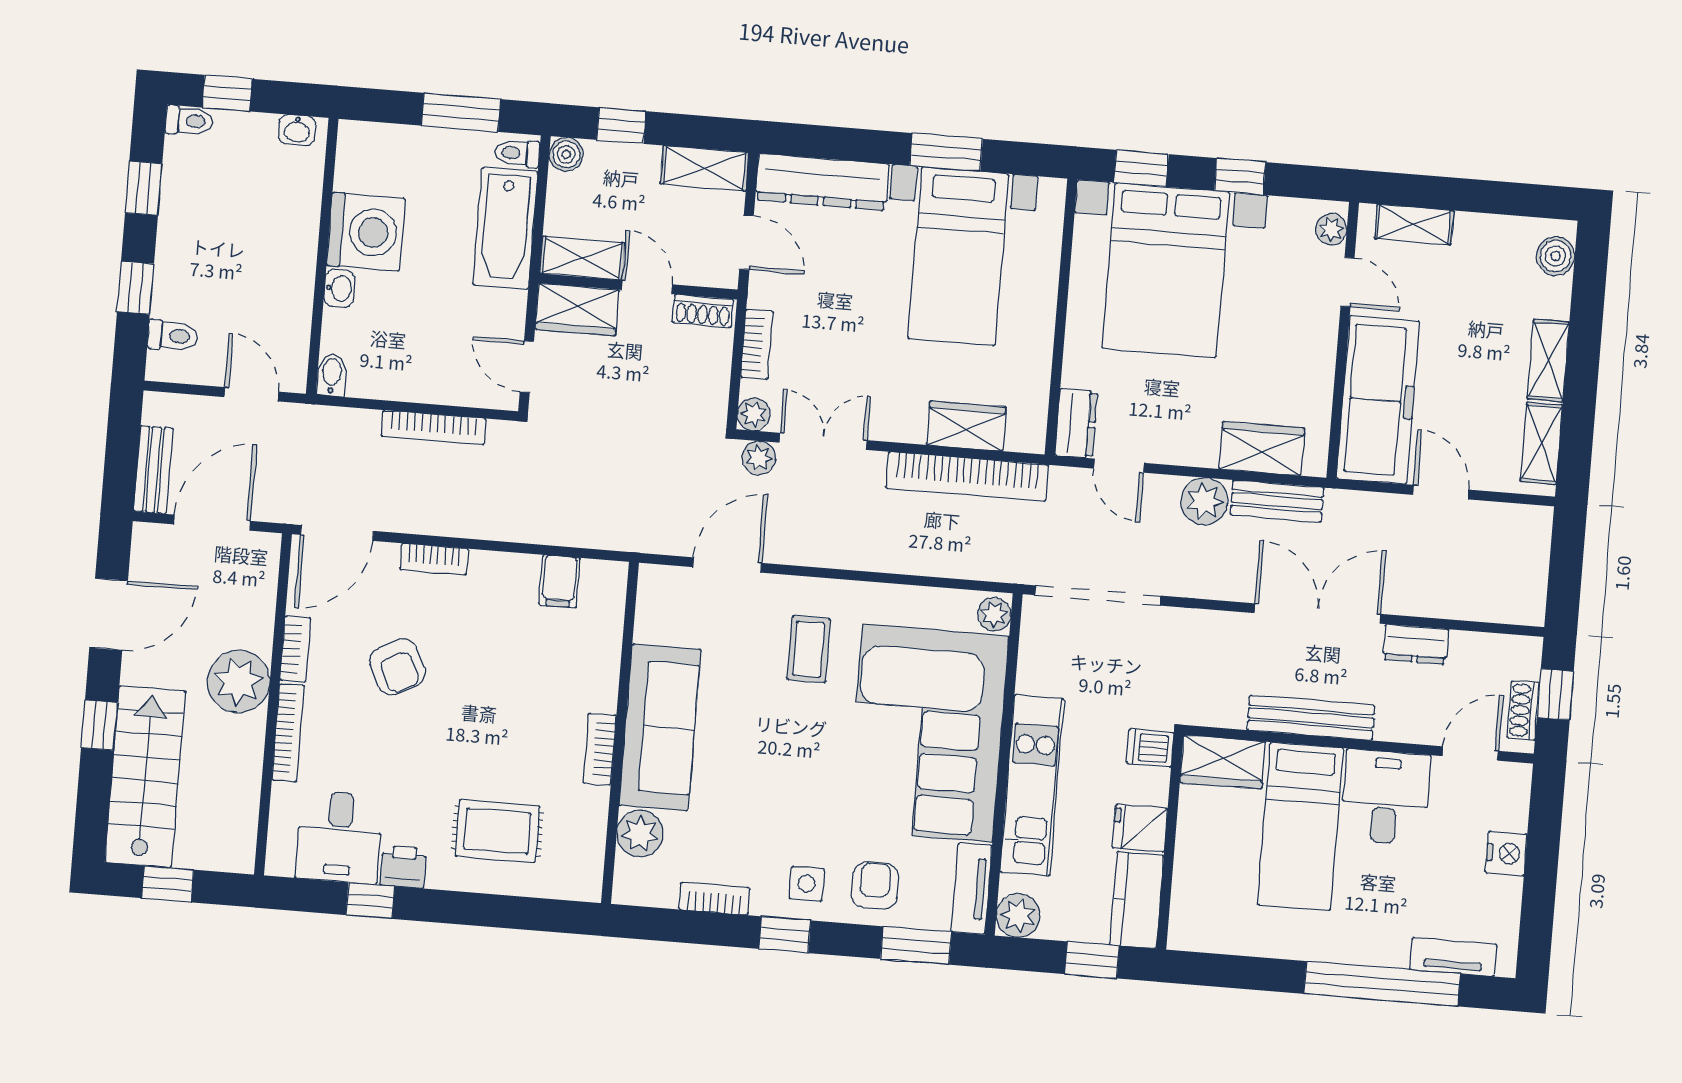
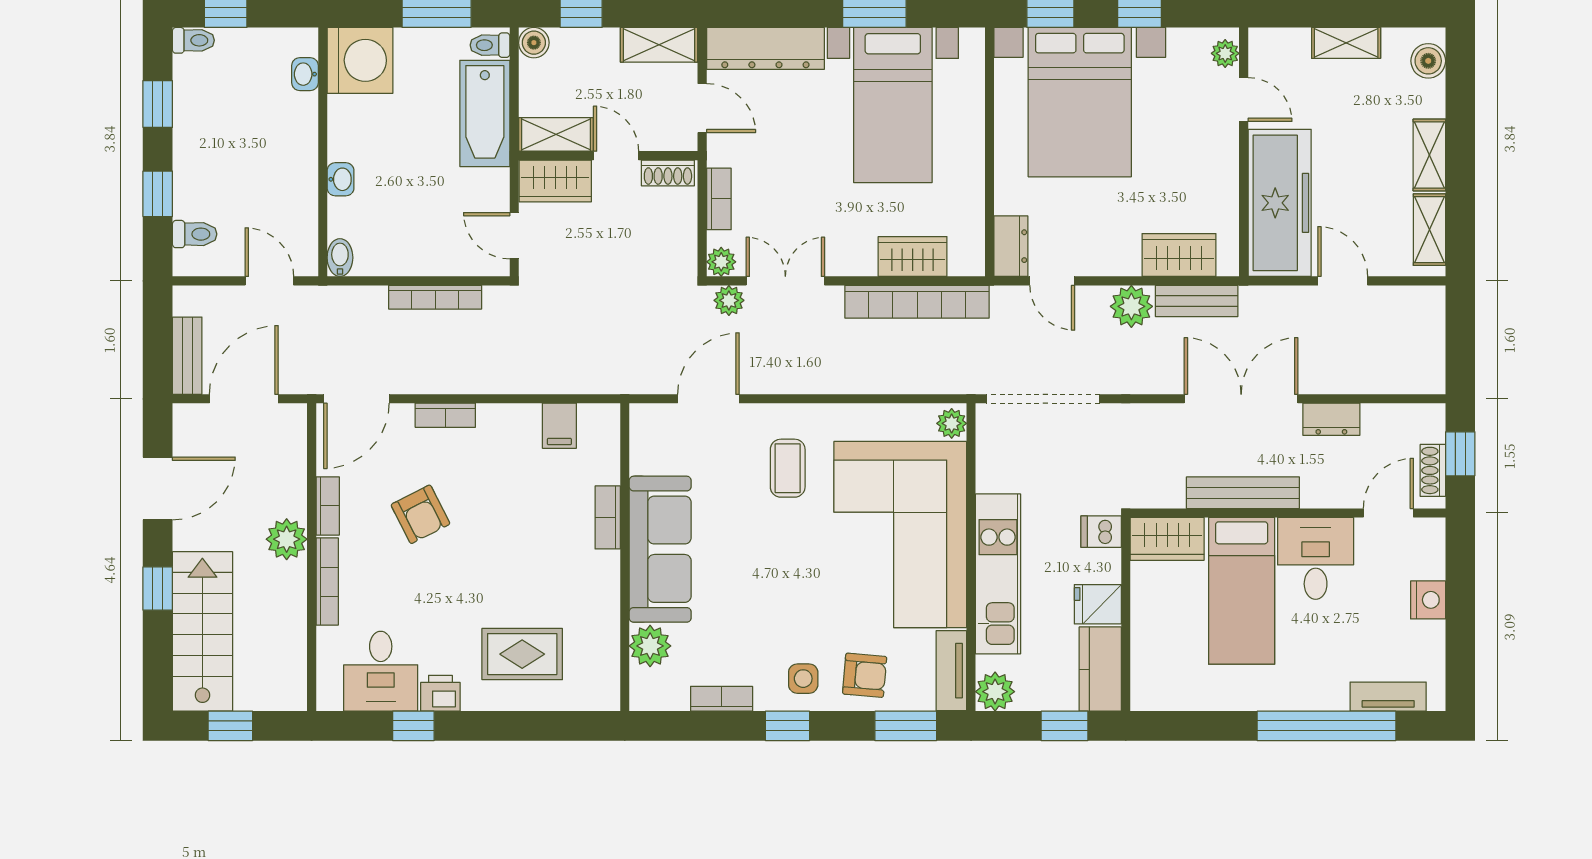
washbasin: (297, 130) -> (305, 74), moved, turned 90
shelving: (1414, 224) -> (1346, 43), moved
washing machine: (366, 232) -> (360, 60), moved
plant: (239, 681) -> (287, 539), width x0.73, depth x0.73
bookcase: (600, 749) -> (608, 517), moved
armchair: (875, 886) -> (865, 675), turned 95

